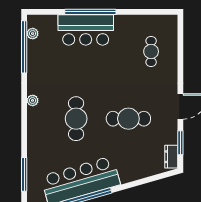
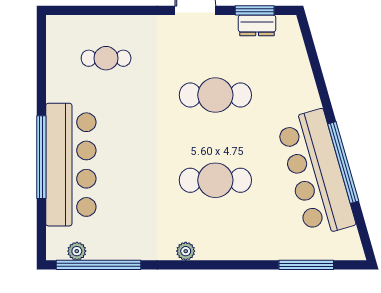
bar counter: (86, 30) -> (71, 165), width x1.36
cafe table: (128, 119) -> (215, 95), turned 90
dresser: (171, 157) -> (257, 25), moved

